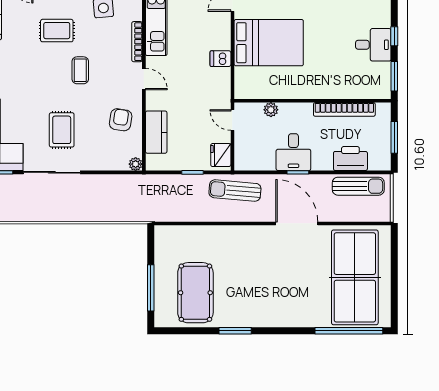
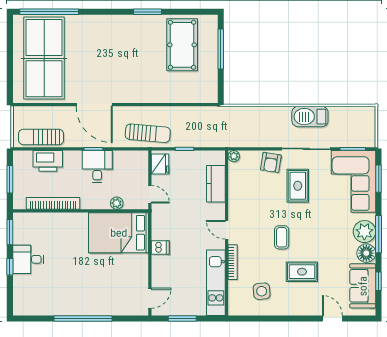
bed: (269, 43) -> (119, 233), moved
armchair: (121, 120) -> (271, 162), moved
barbecue: (48, 210) -> (310, 117), added

